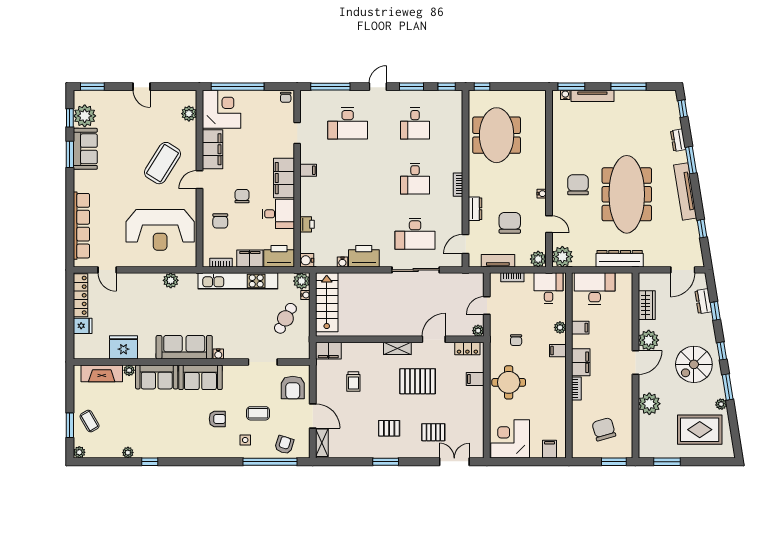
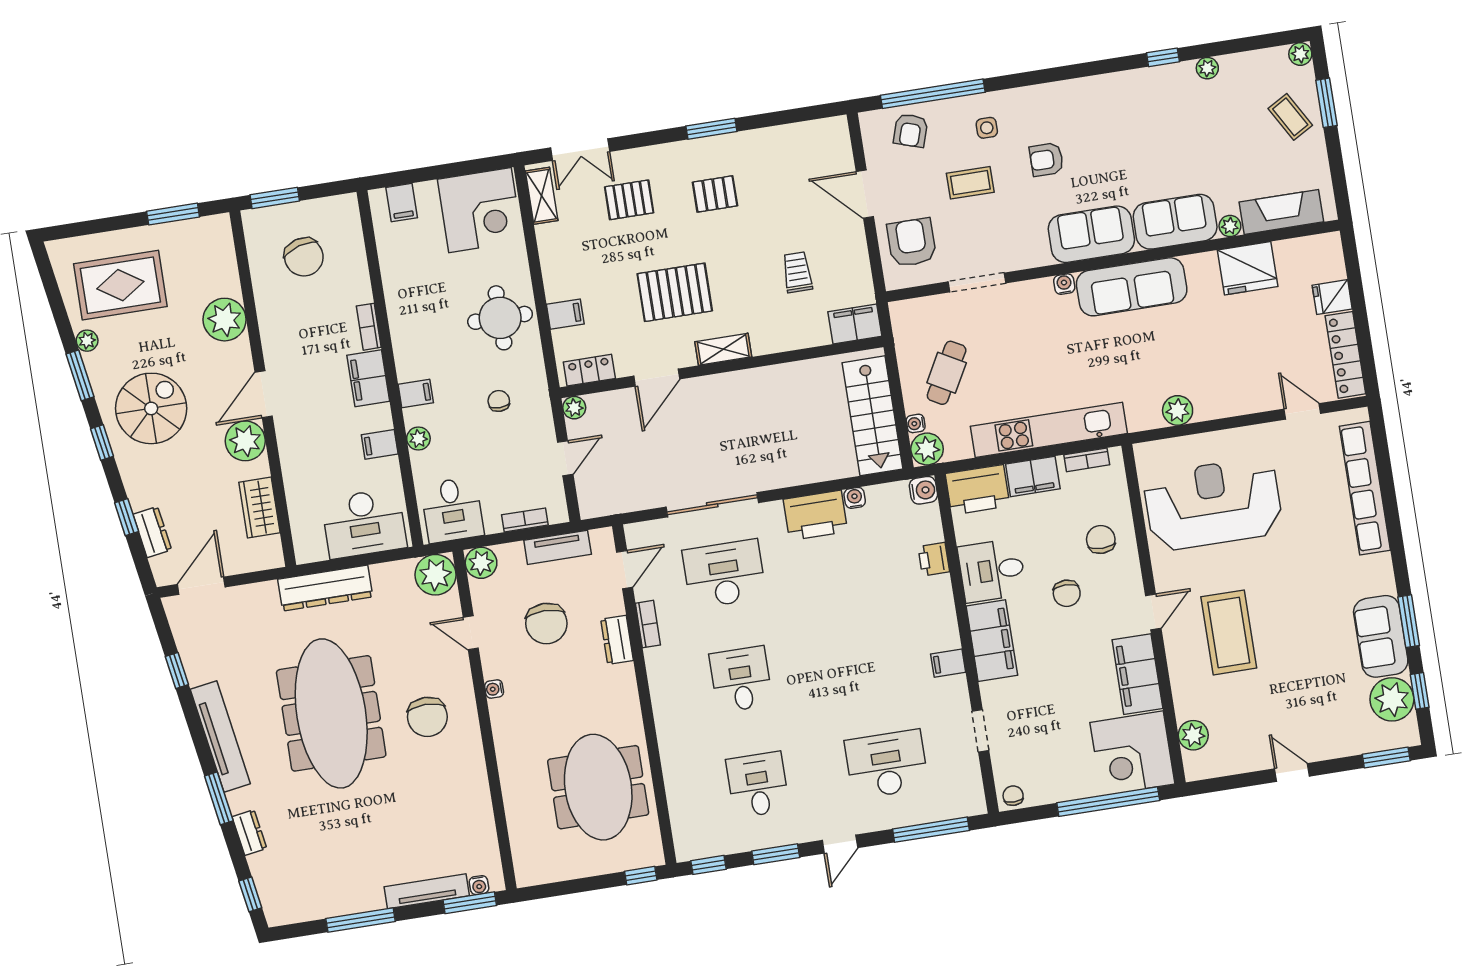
coffee table: (163, 163) -> (1229, 632), turned -32
bookcase: (458, 185) -> (648, 624), moved
shelving: (322, 443) -> (542, 196), moved

